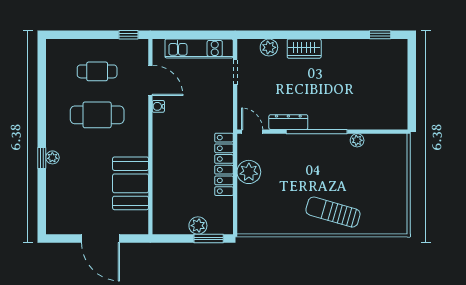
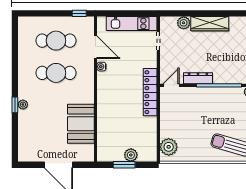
wardrobe: (304, 49) -> (210, 24), width x1.50
cafe table: (97, 71) -> (56, 41), width x1.37, depth x1.35
door: (252, 132) -> (171, 85), hinge flipped
locker: (224, 164) -> (150, 92), moved
plant: (249, 172) -> (169, 147), moved
window: (209, 239) -> (124, 165), moved

